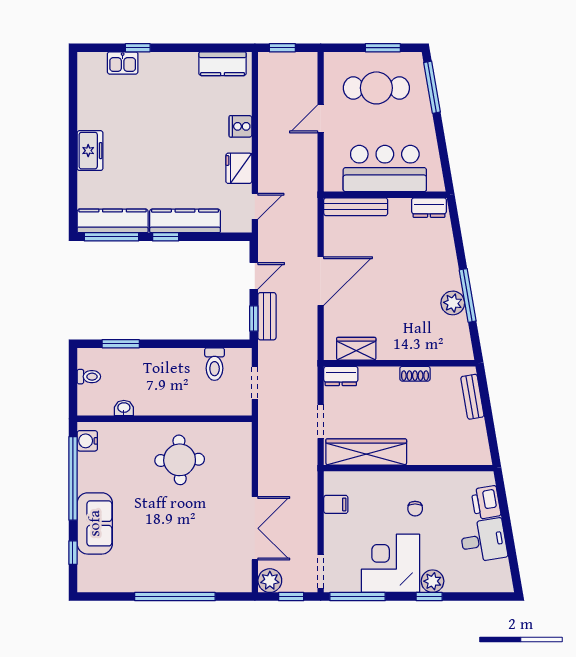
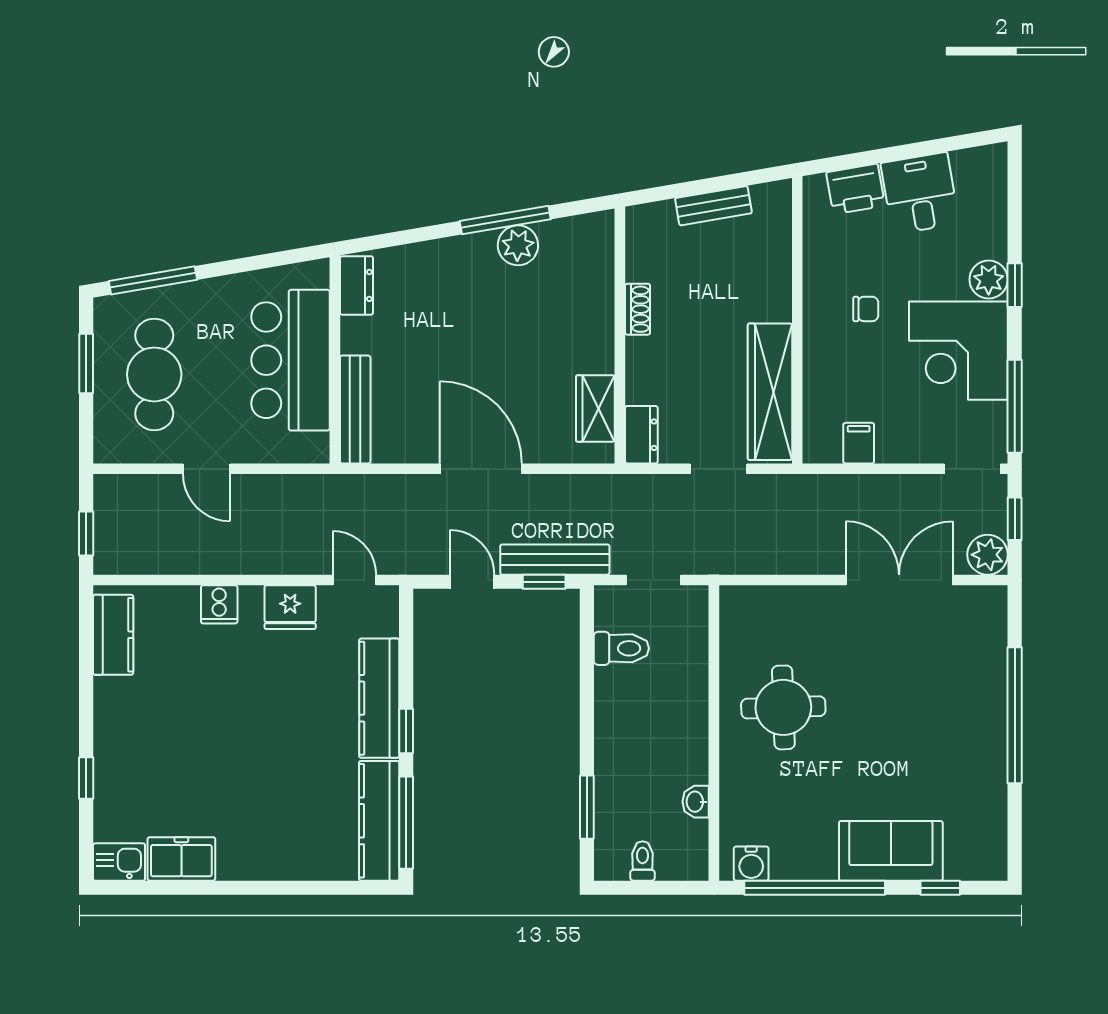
kitchen sink: (123, 63) -> (119, 862), moved, turned -90
freezer: (90, 151) -> (181, 859), moved
bench: (267, 316) -> (555, 560), width x1.36
bench: (472, 397) -> (713, 206), moved

